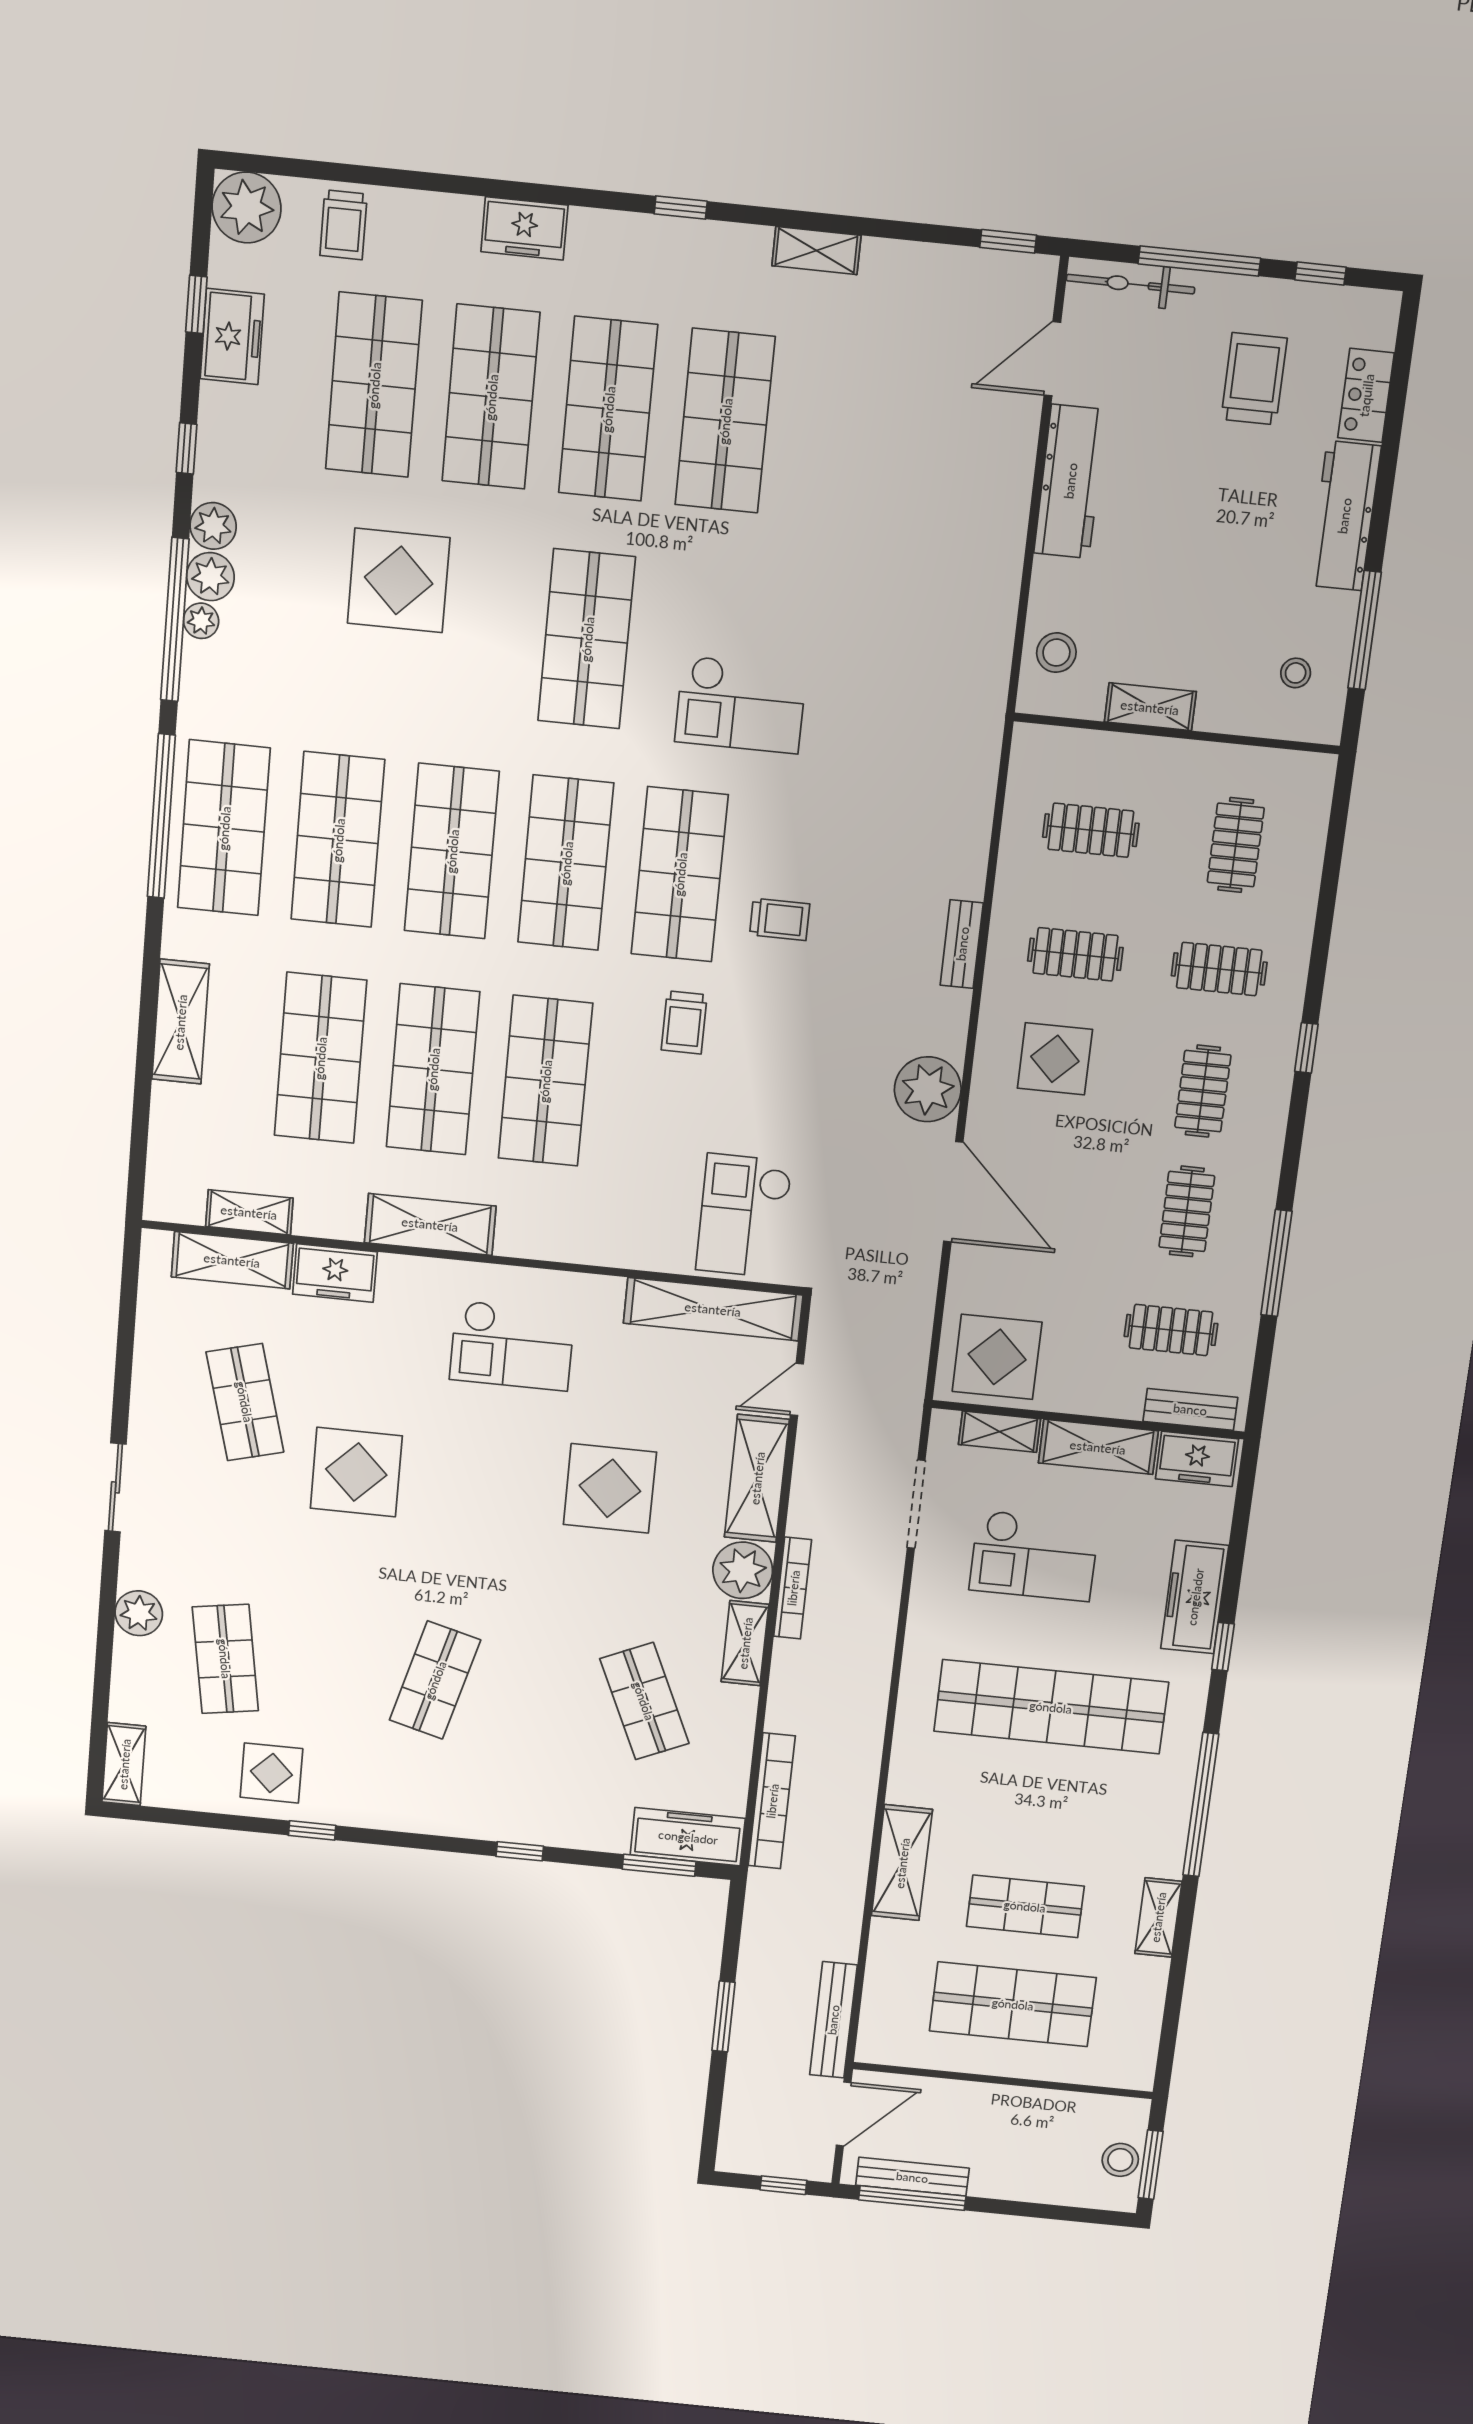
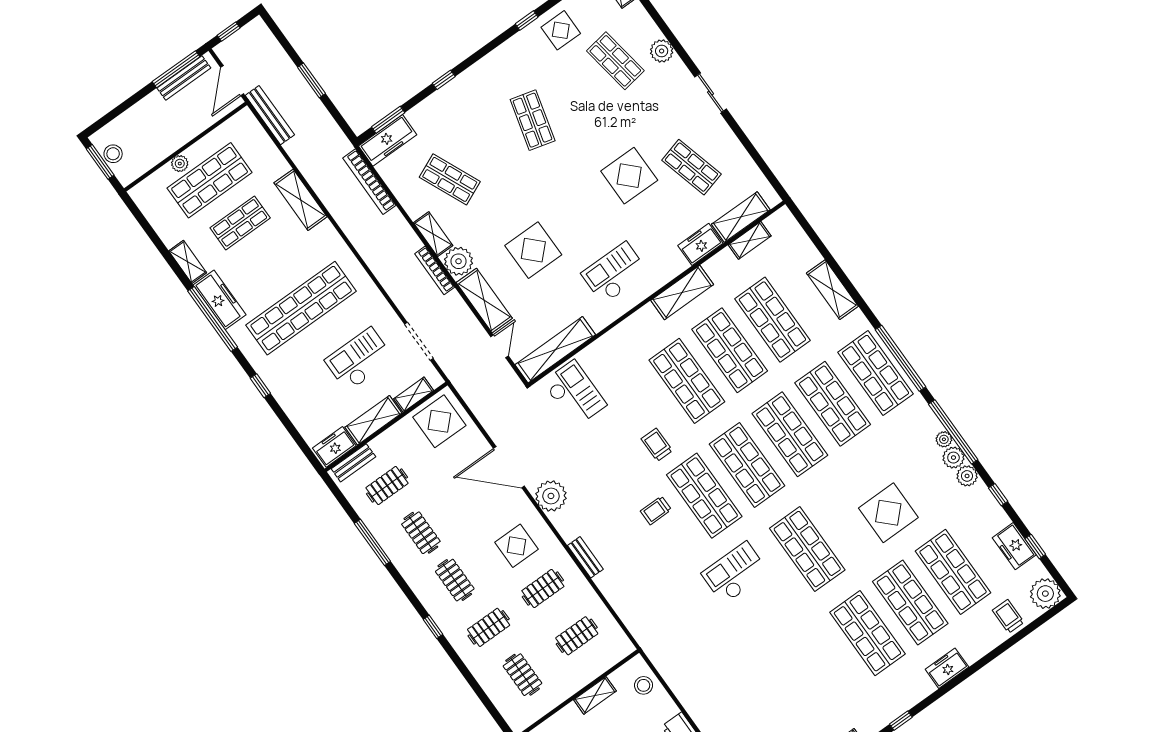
shop shelf: (725, 421) -> (825, 664), removed
freezer: (1195, 1597) -> (219, 300), moved
plant: (1034, 2064) -> (180, 164), added

